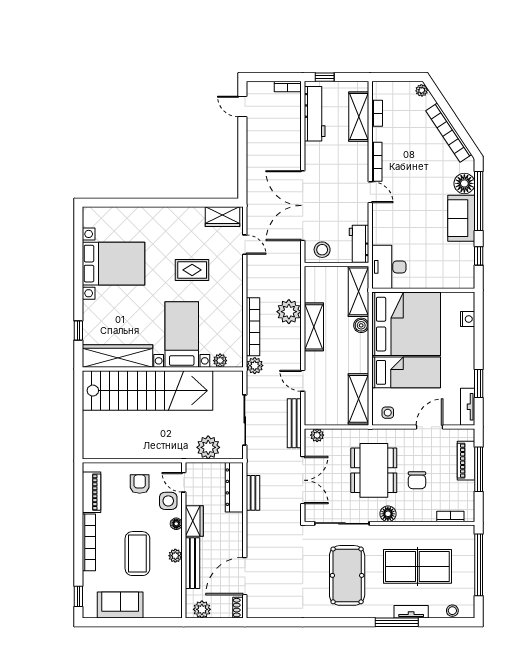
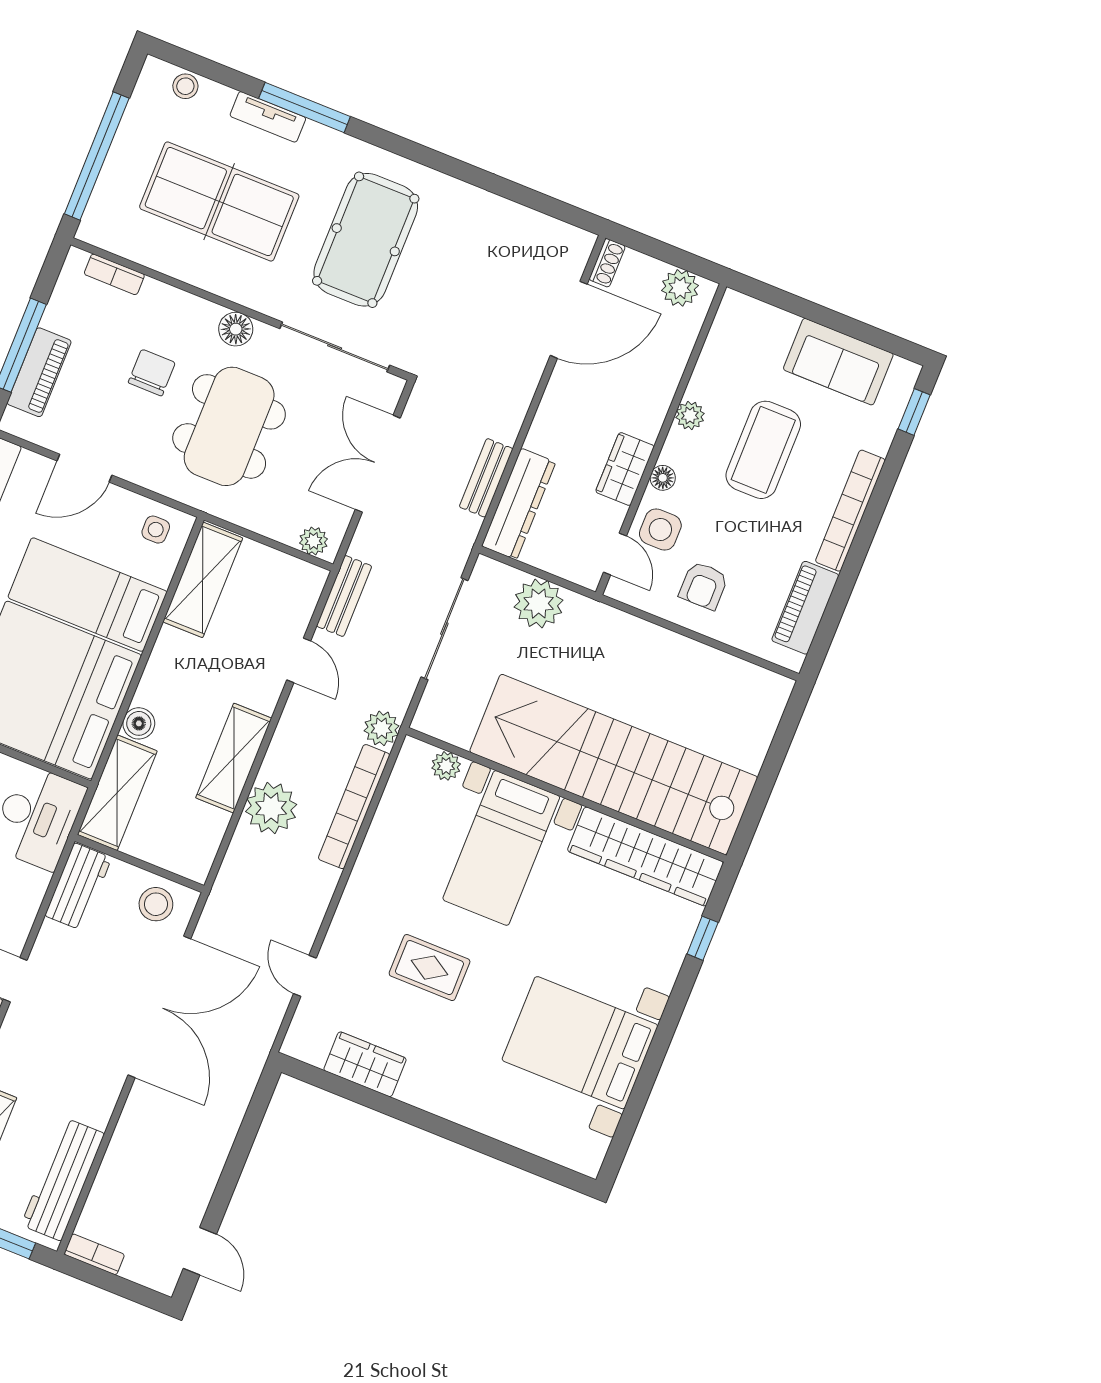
wardrobe: (223, 217) -> (365, 1064), moved
bench: (294, 423) -> (344, 596), width x0.73
bench: (192, 563) -> (662, 387), removed

